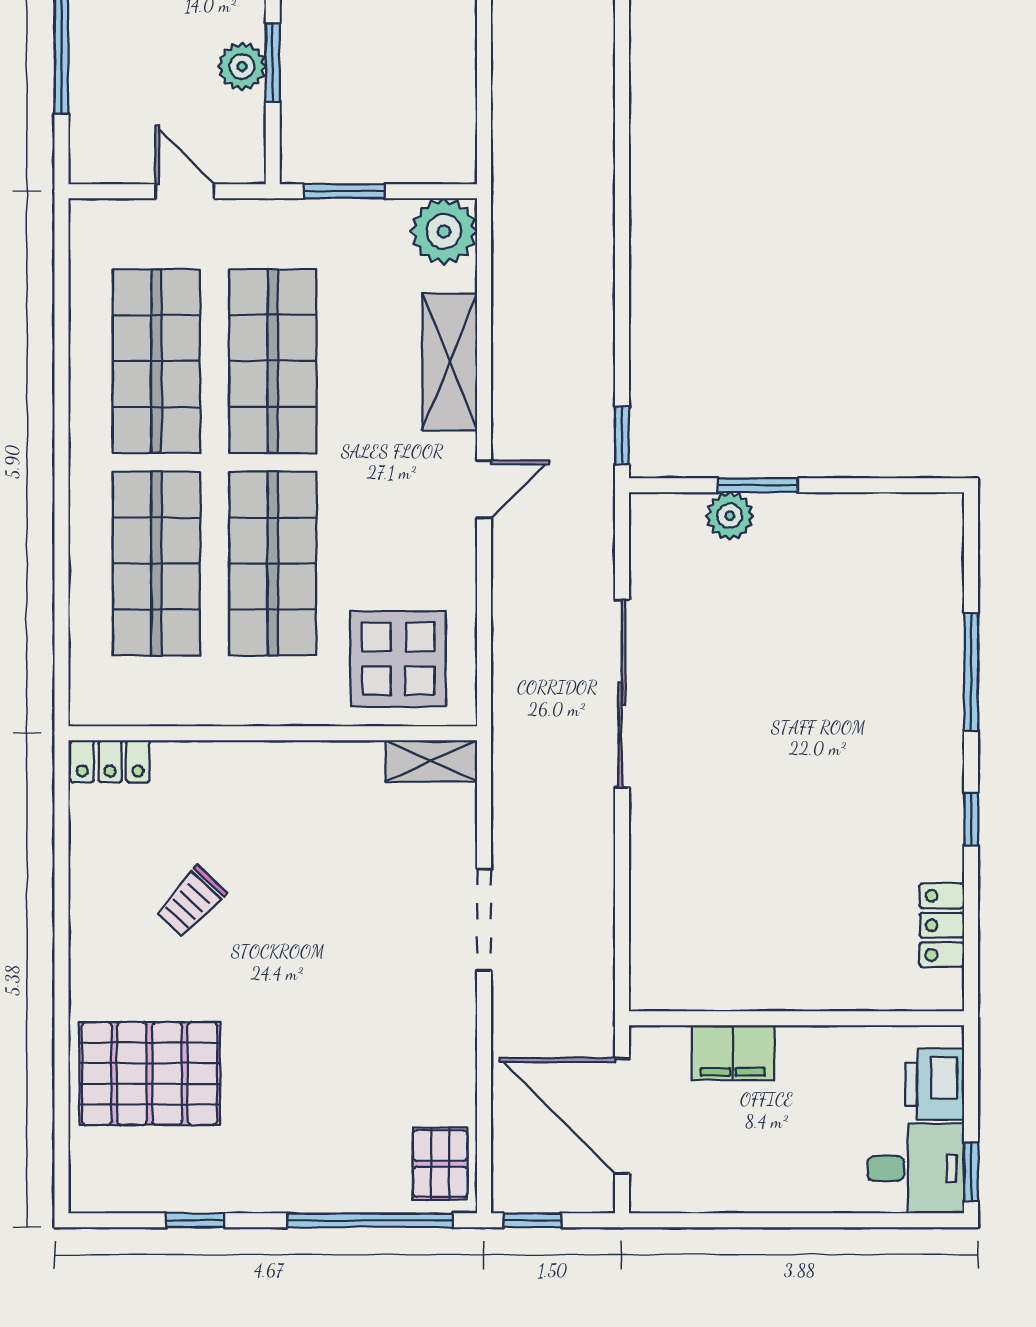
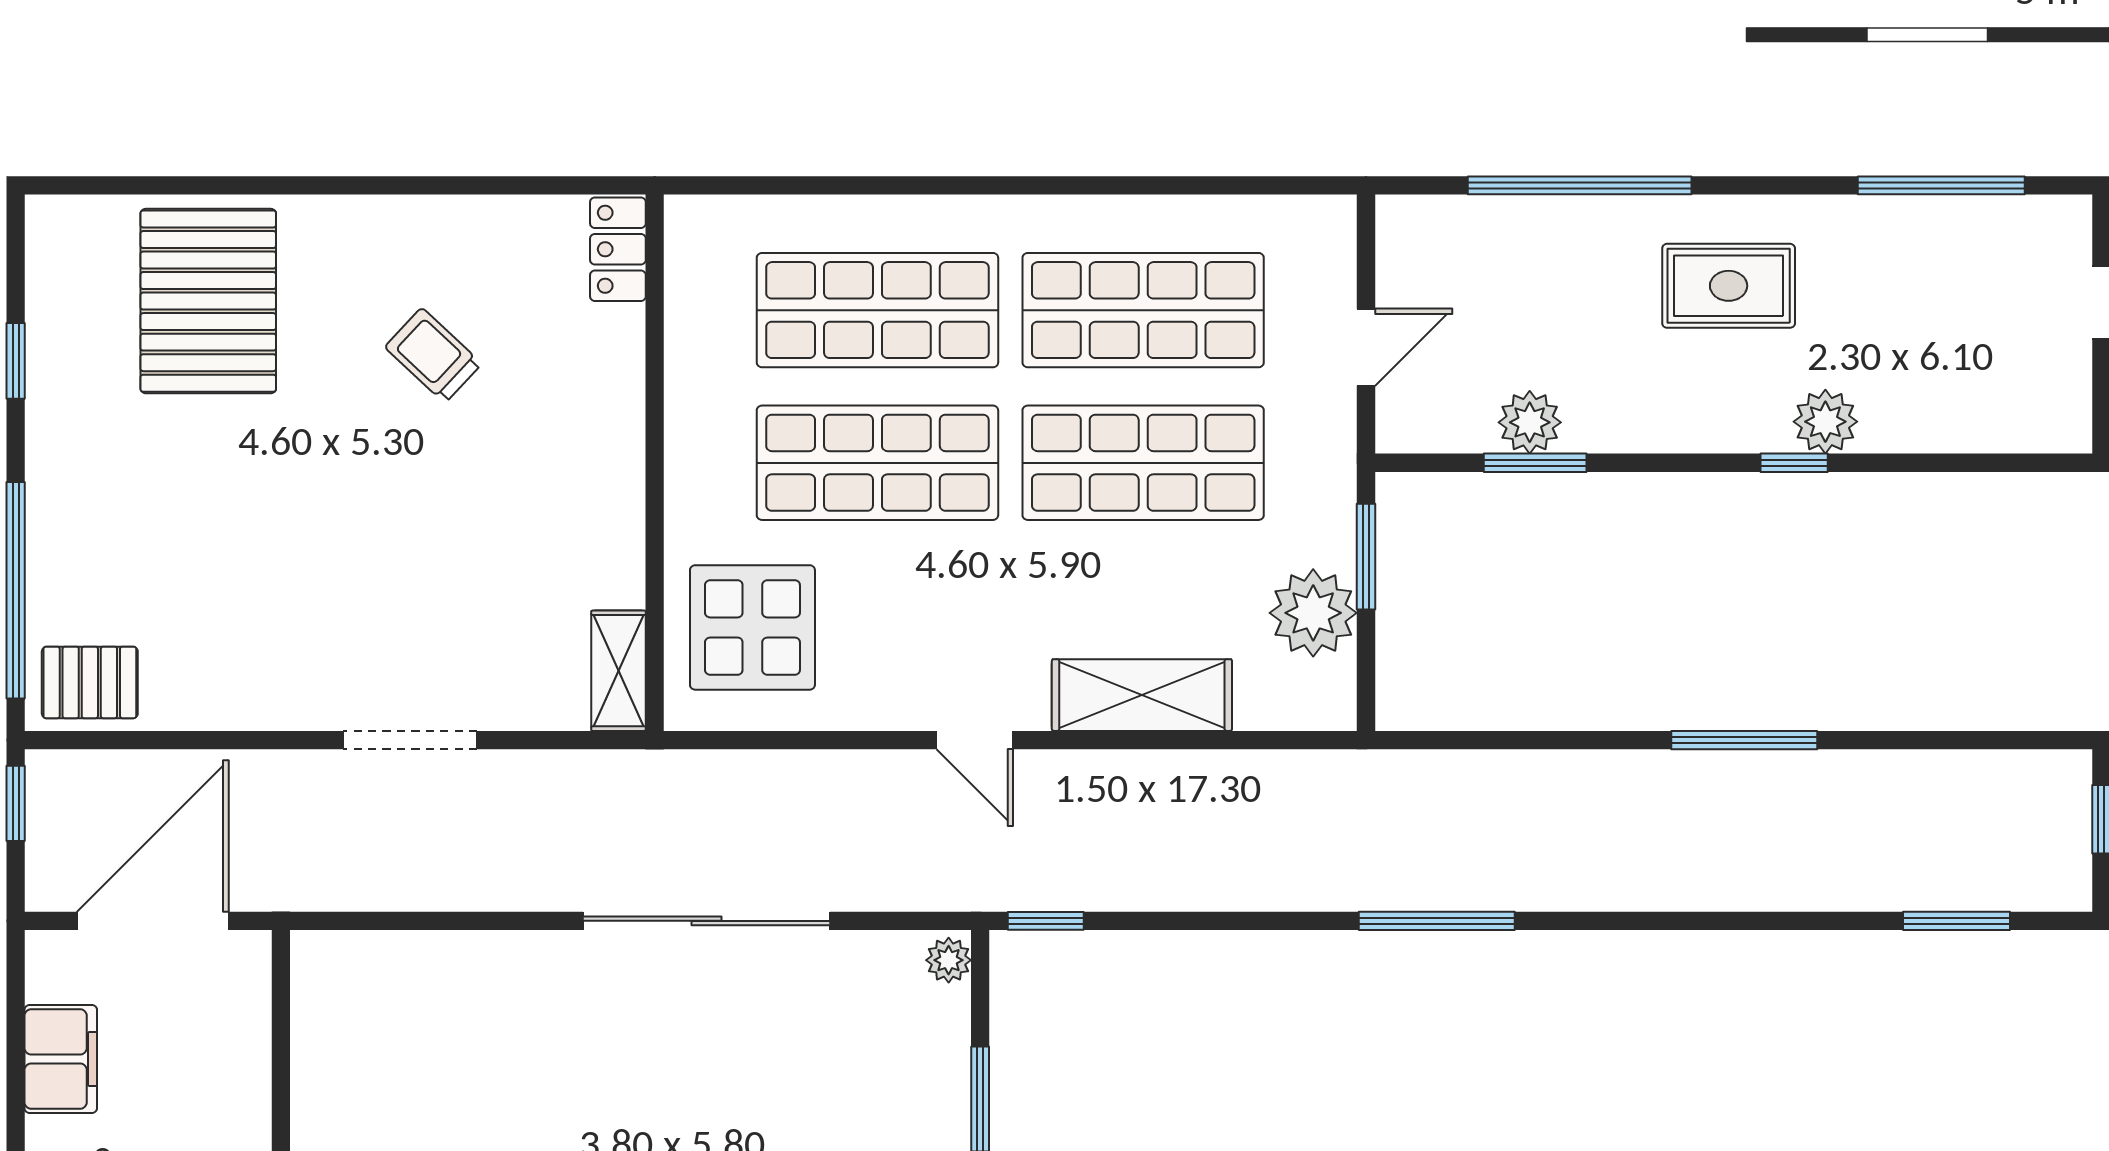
window: (622, 137) -> (1437, 921), added
plant: (444, 231) -> (1313, 613), moved
plant: (730, 516) -> (949, 960), moved, width x0.73, depth x0.73
filing cabinet: (733, 1053) -> (61, 1059), moved, turned 180

